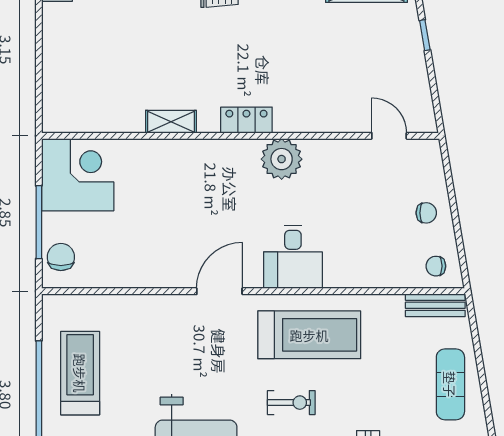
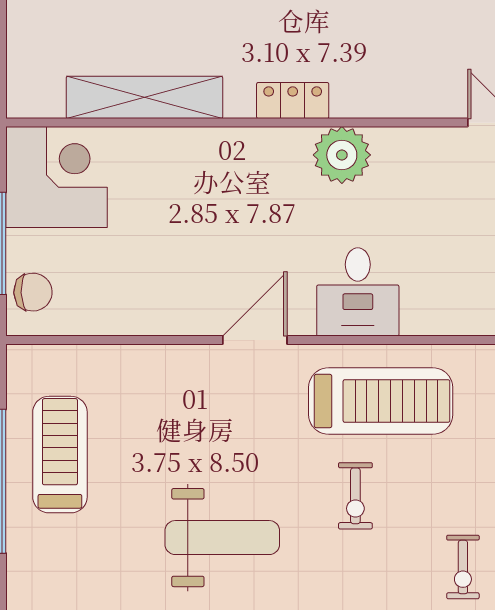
shelving: (171, 122) -> (144, 97), width x2.20, depth x1.33
chair: (61, 257) -> (33, 292), turned 88
exercise bike: (291, 403) -> (355, 496), turned 90

